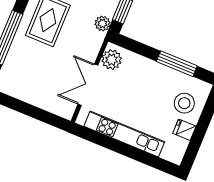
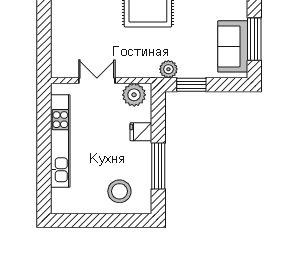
double door: (88, 85) -> (97, 81), width x0.73
fridge: (184, 130) -> (141, 132), moved, turned -90

